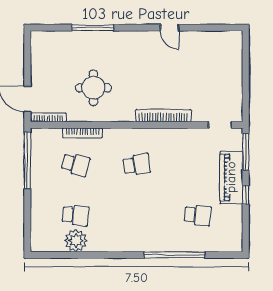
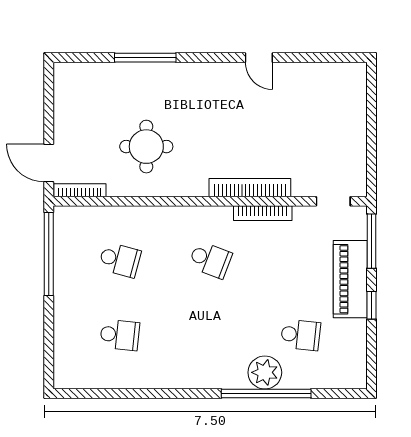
bookcase: (82, 133) -> (263, 213), moved
school desk: (137, 164) -> (210, 260), turned 30
plant: (76, 241) -> (265, 372), moved

